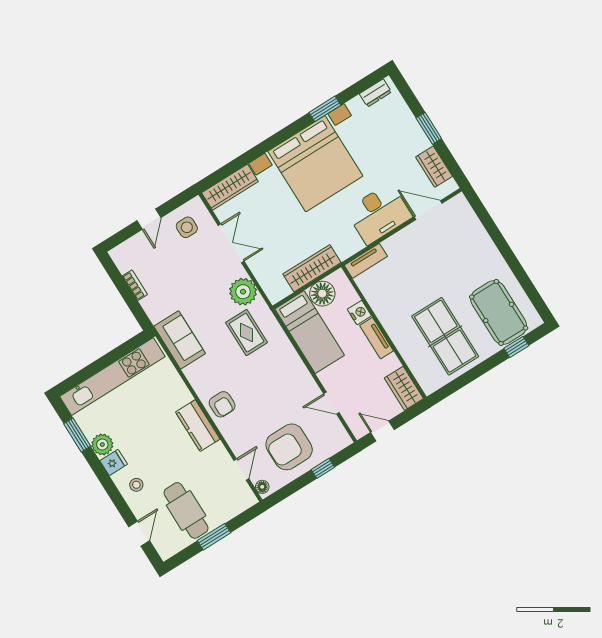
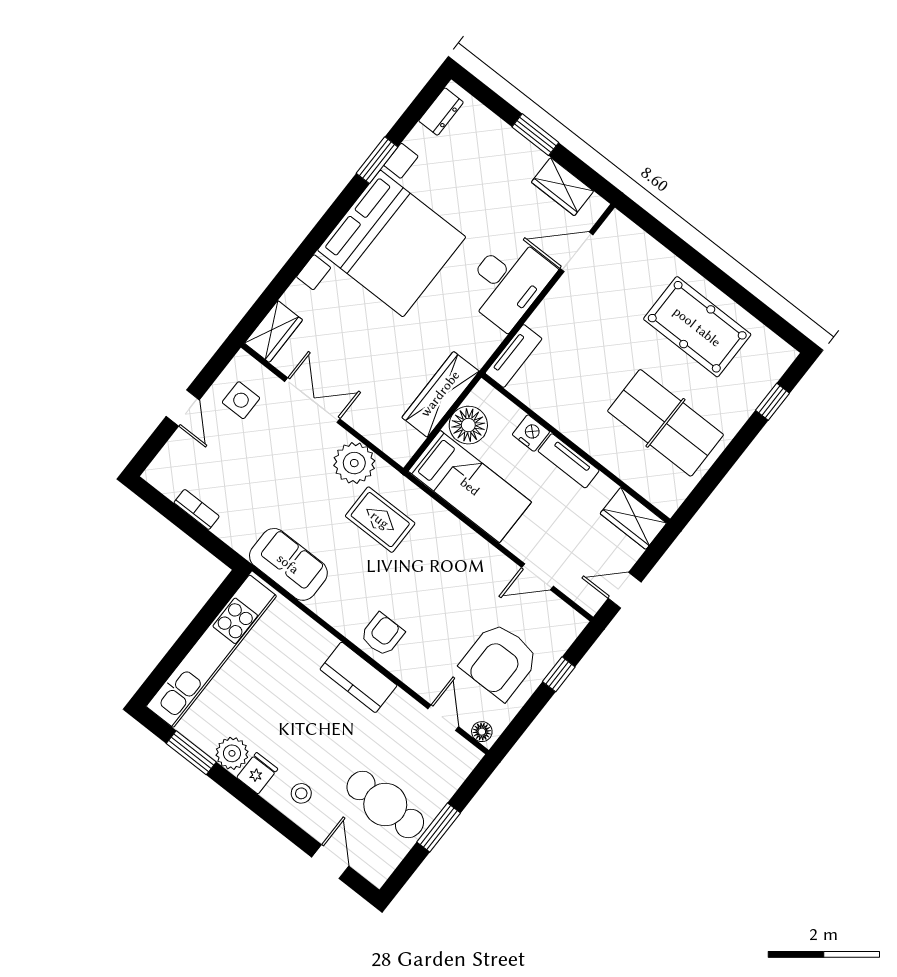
wardrobe: (230, 187) -> (273, 331), width x0.67
pool table: (499, 312) -> (697, 327), moved
armchair: (222, 404) -> (382, 635), turned -90

